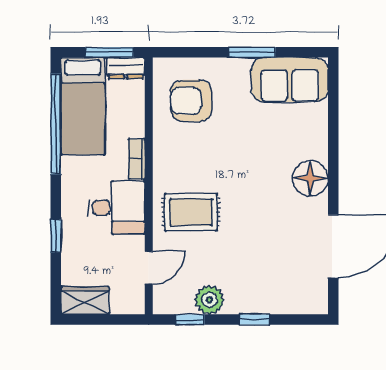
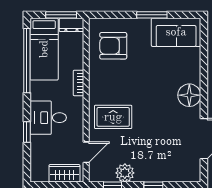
desk: (116, 208) -> (48, 118), moved, turned 180
wardrobe: (85, 301) -> (64, 173), moved

